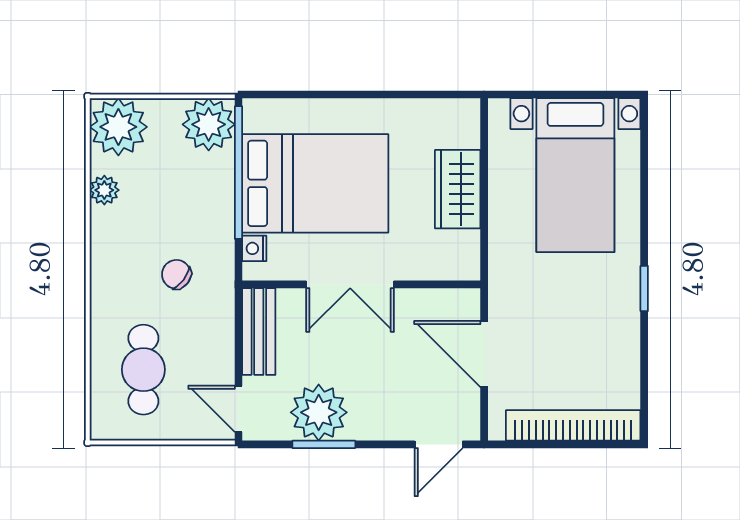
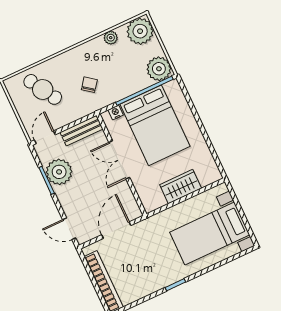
cafe table: (143, 370) -> (43, 89), turned 59

